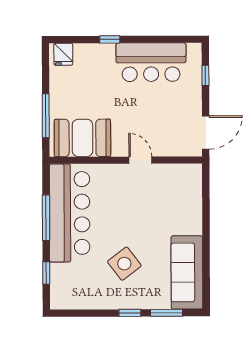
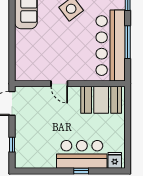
bar counter: (151, 62) -> (82, 154), moved
window: (46, 116) -> (128, 116), removed

